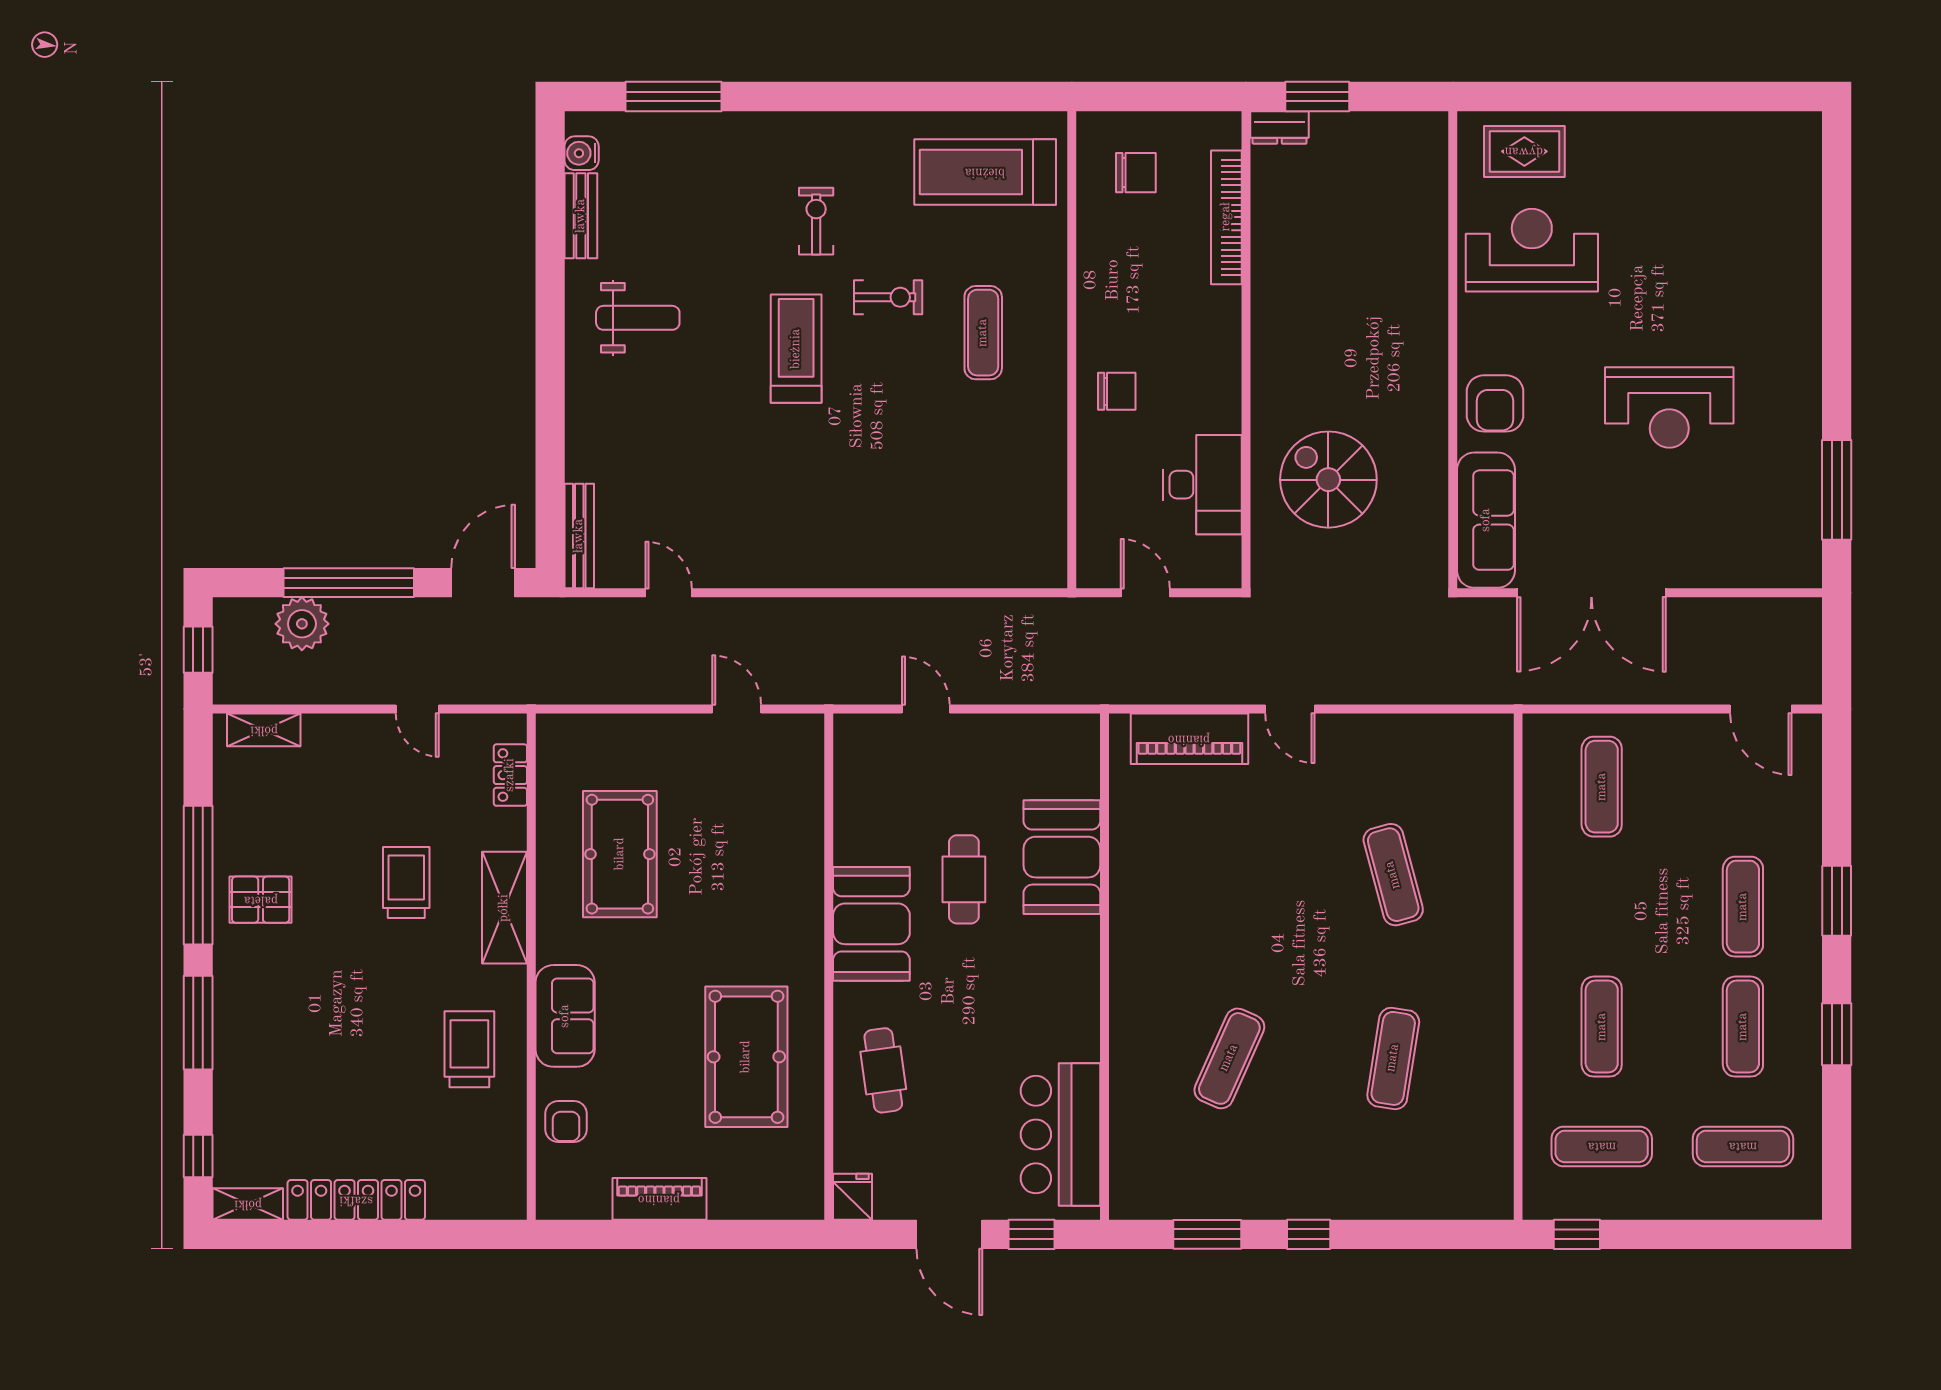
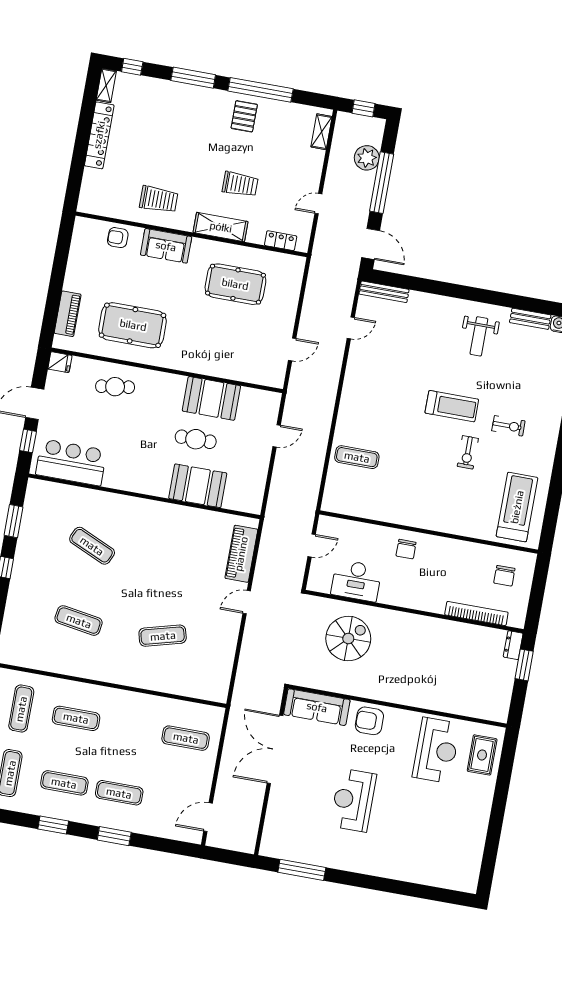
exercise mat: (983, 333) -> (357, 457), moved
booth: (871, 924) -> (211, 398), moved
piano: (659, 1199) -> (68, 314), moved

